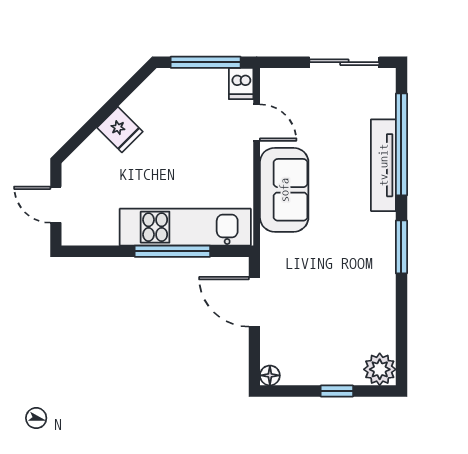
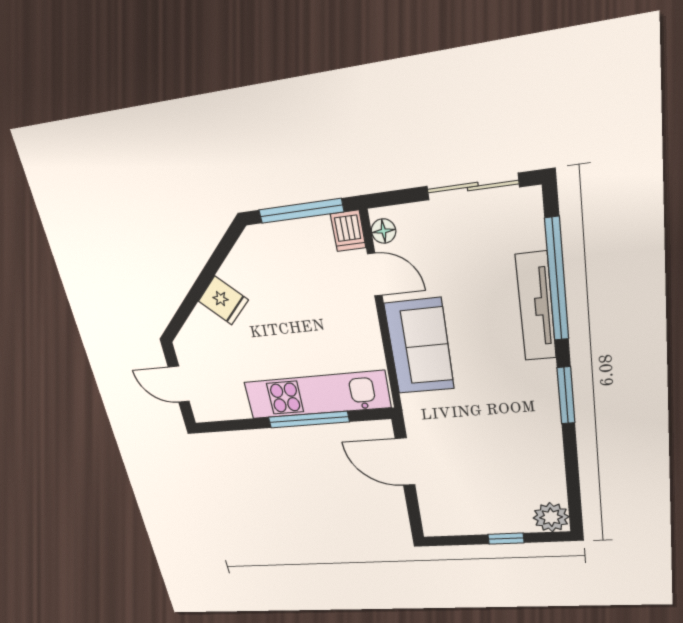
floor lamp: (270, 375) -> (384, 231), moved

